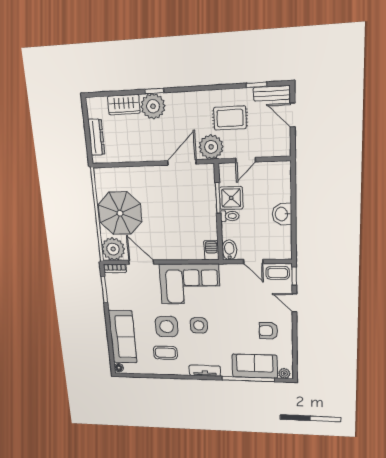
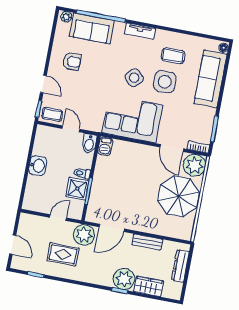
bench: (272, 93) -> (147, 242), moved
side table: (199, 325) -> (134, 78), turned 45

